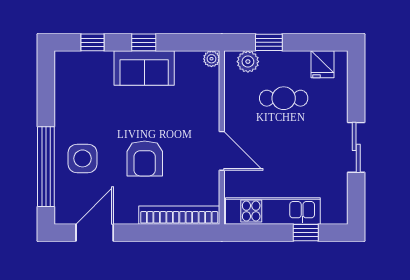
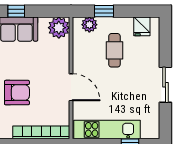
plant: (211, 59) -> (59, 28), width x1.88, depth x1.88
cafe table: (284, 98) -> (114, 50), turned 90
armchair: (145, 158) -> (17, 93), turned -90

